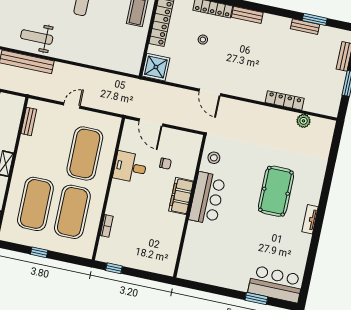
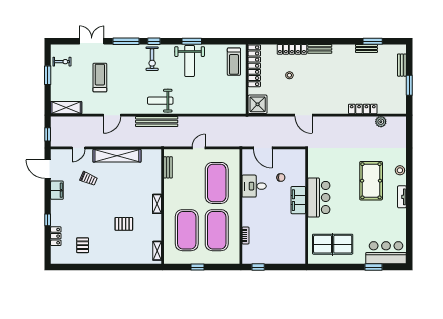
stool: (214, 158) -> (400, 170), moved
table tennis table: (212, 259) -> (333, 244), added

